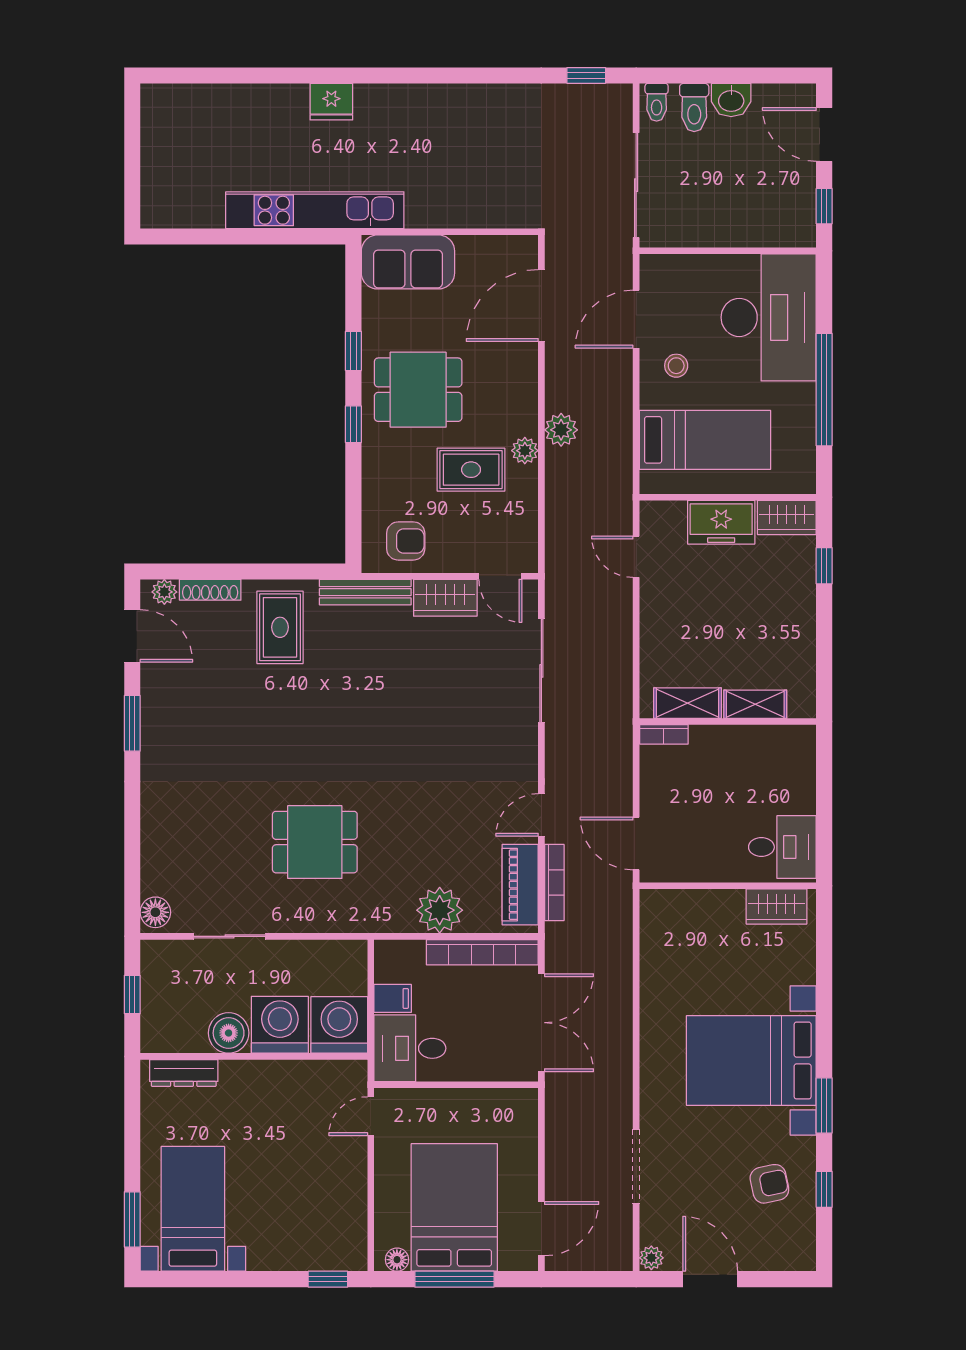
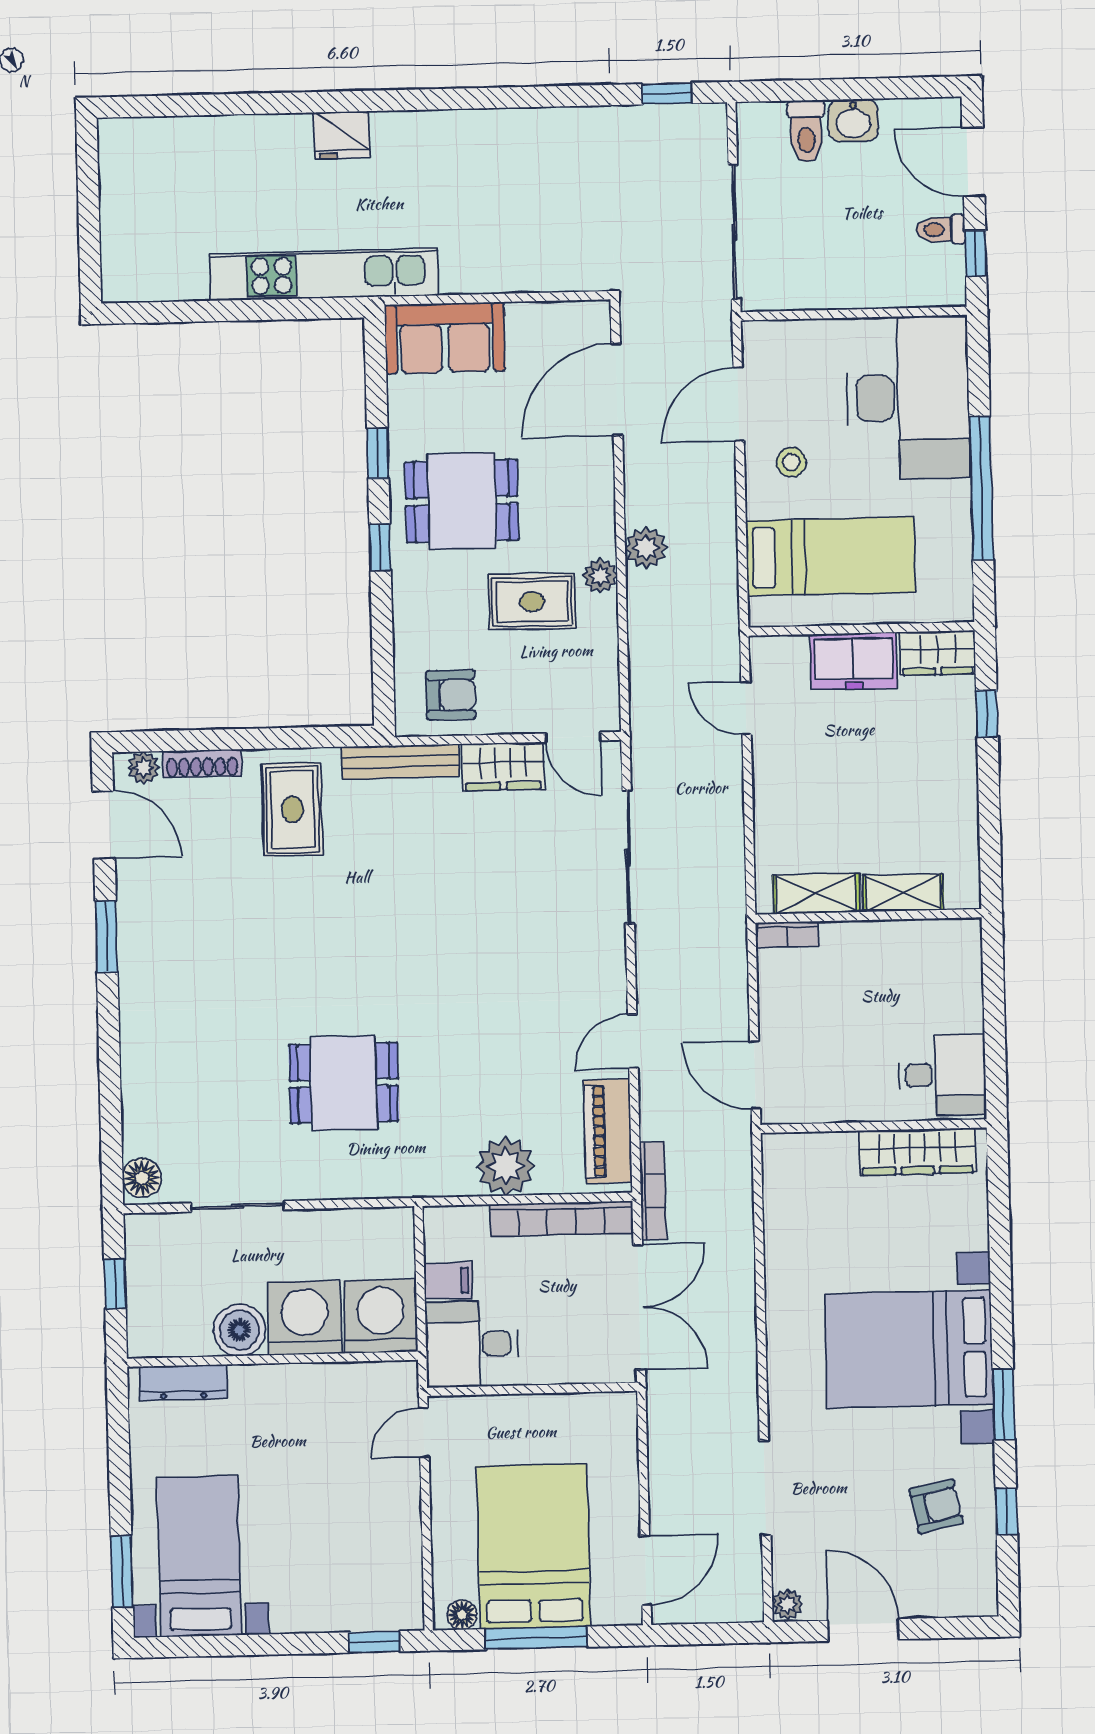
toilet: (657, 102) -> (941, 230), moved, turned 90
bookcase: (554, 882) -> (653, 1191), moved
wardrobe: (777, 907) -> (917, 1152), width x1.50

